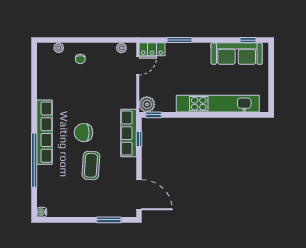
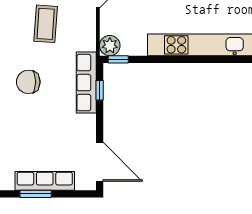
coffee table: (91, 165) -> (46, 24), moved
row of seats: (96, 210) -> (45, 181), added
window: (109, 220) -> (36, 194), moved

